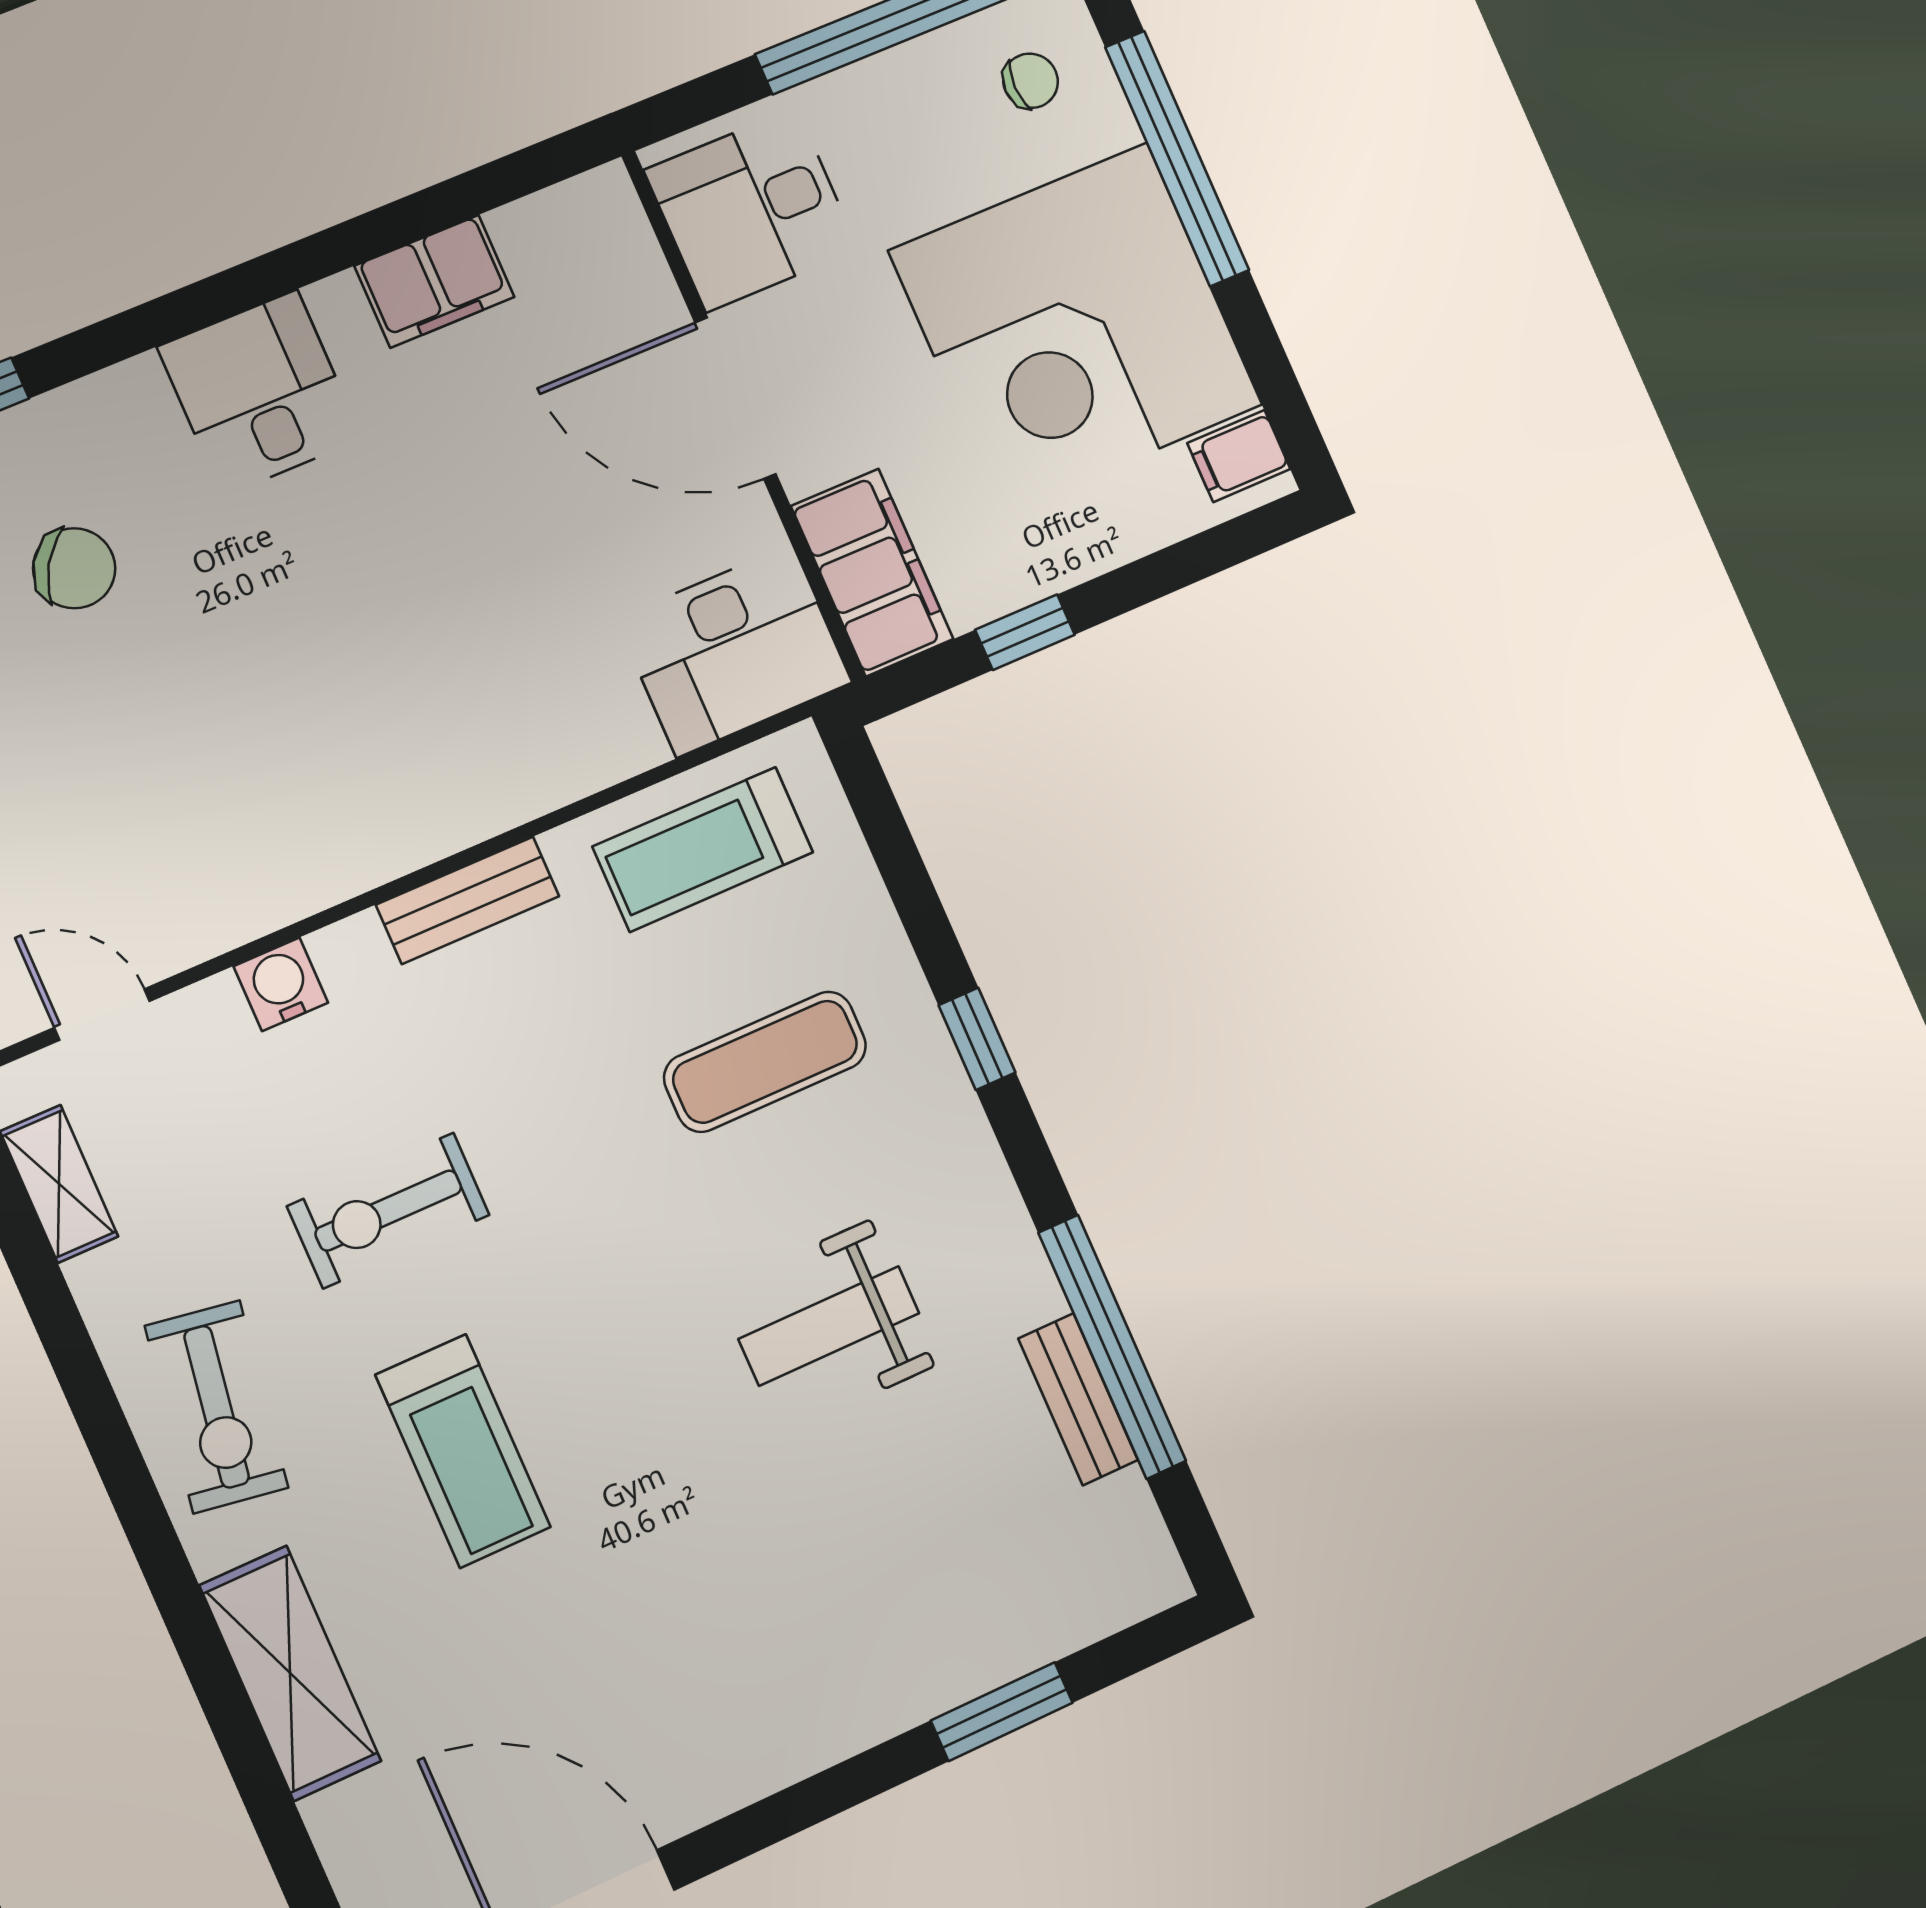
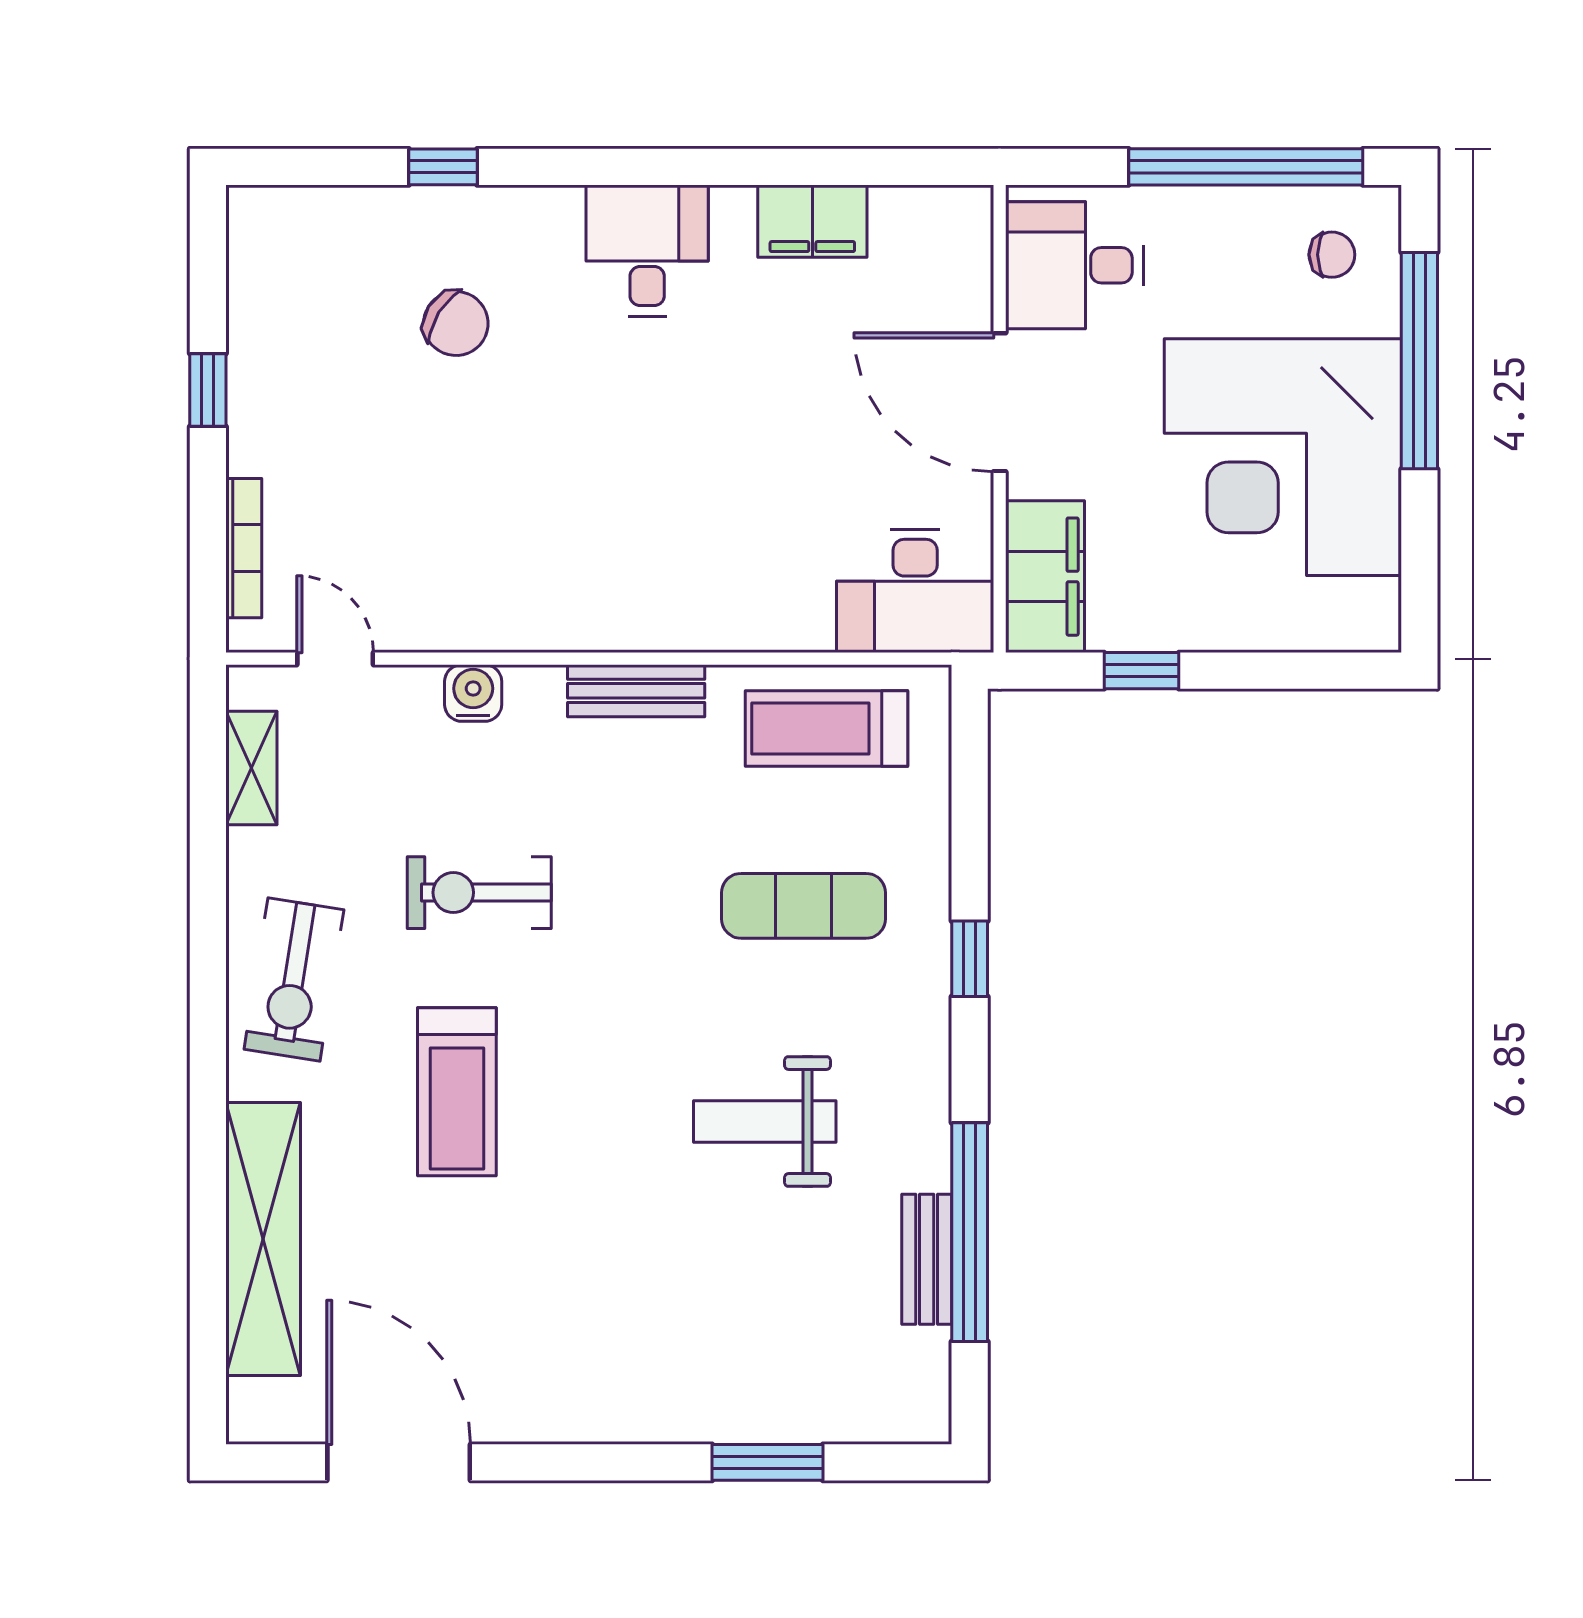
filing cabinet: (1239, 456) -> (1366, 607), removed
shelving: (290, 1673) -> (263, 1239), width x1.47

